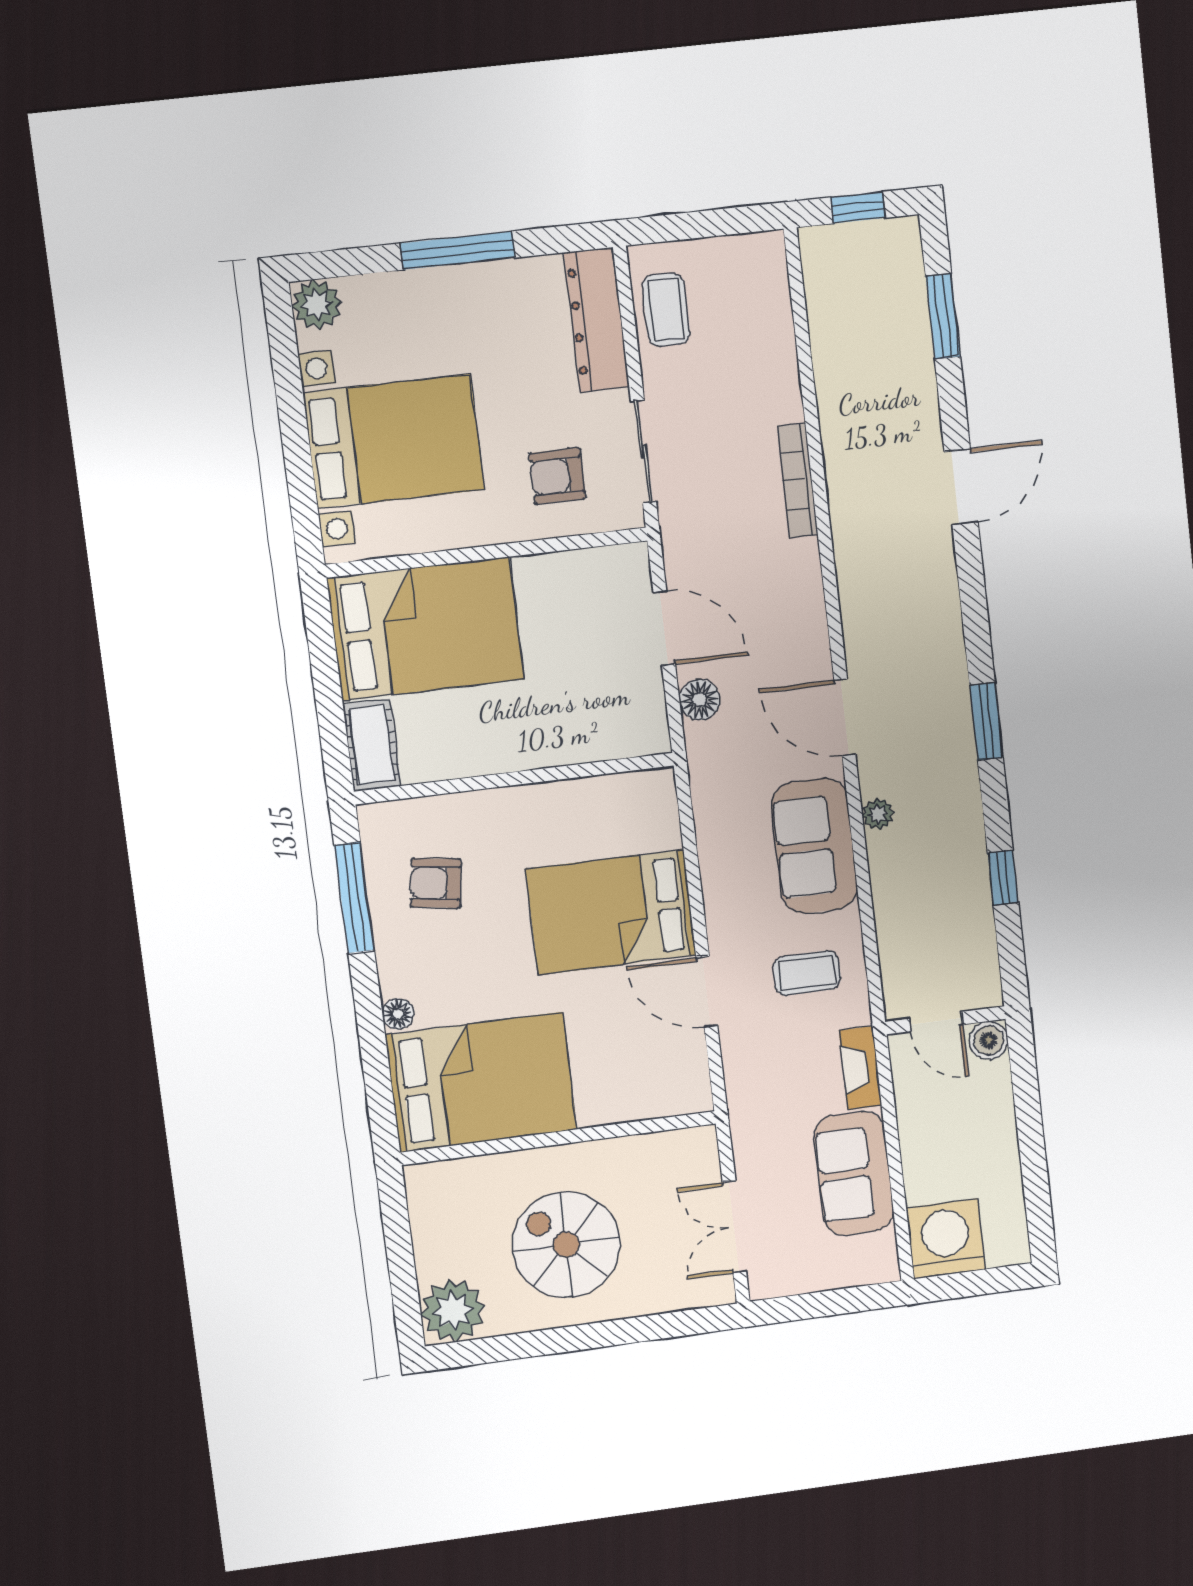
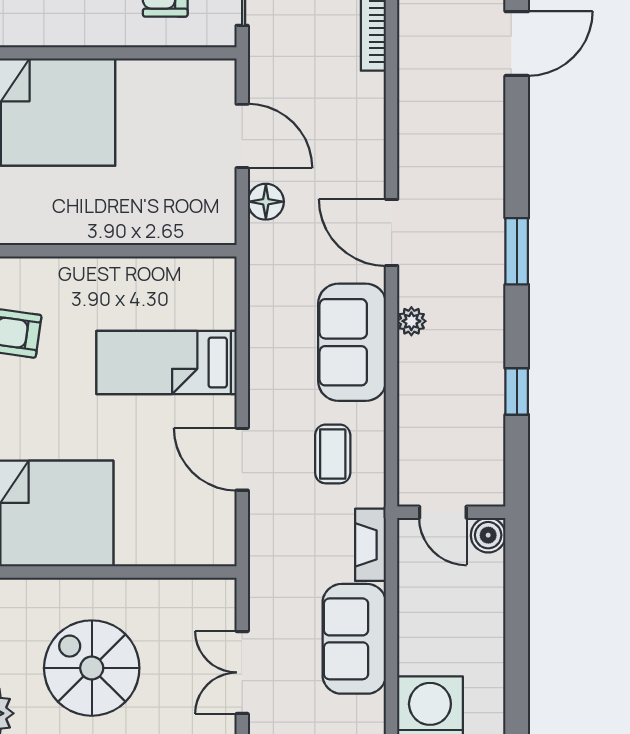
bed: (611, 912) -> (166, 362), width x0.67
coffee table: (807, 973) -> (333, 454), turned 90

